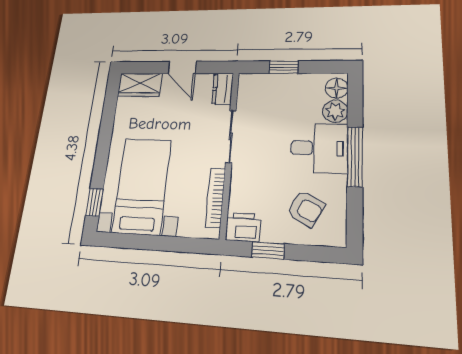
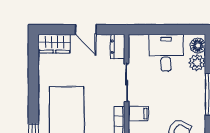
window: (284, 67) -> (161, 30), removed
desk: (319, 148) -> (166, 53), moved, turned -90
filing cabinet: (245, 181) -> (138, 114), added

